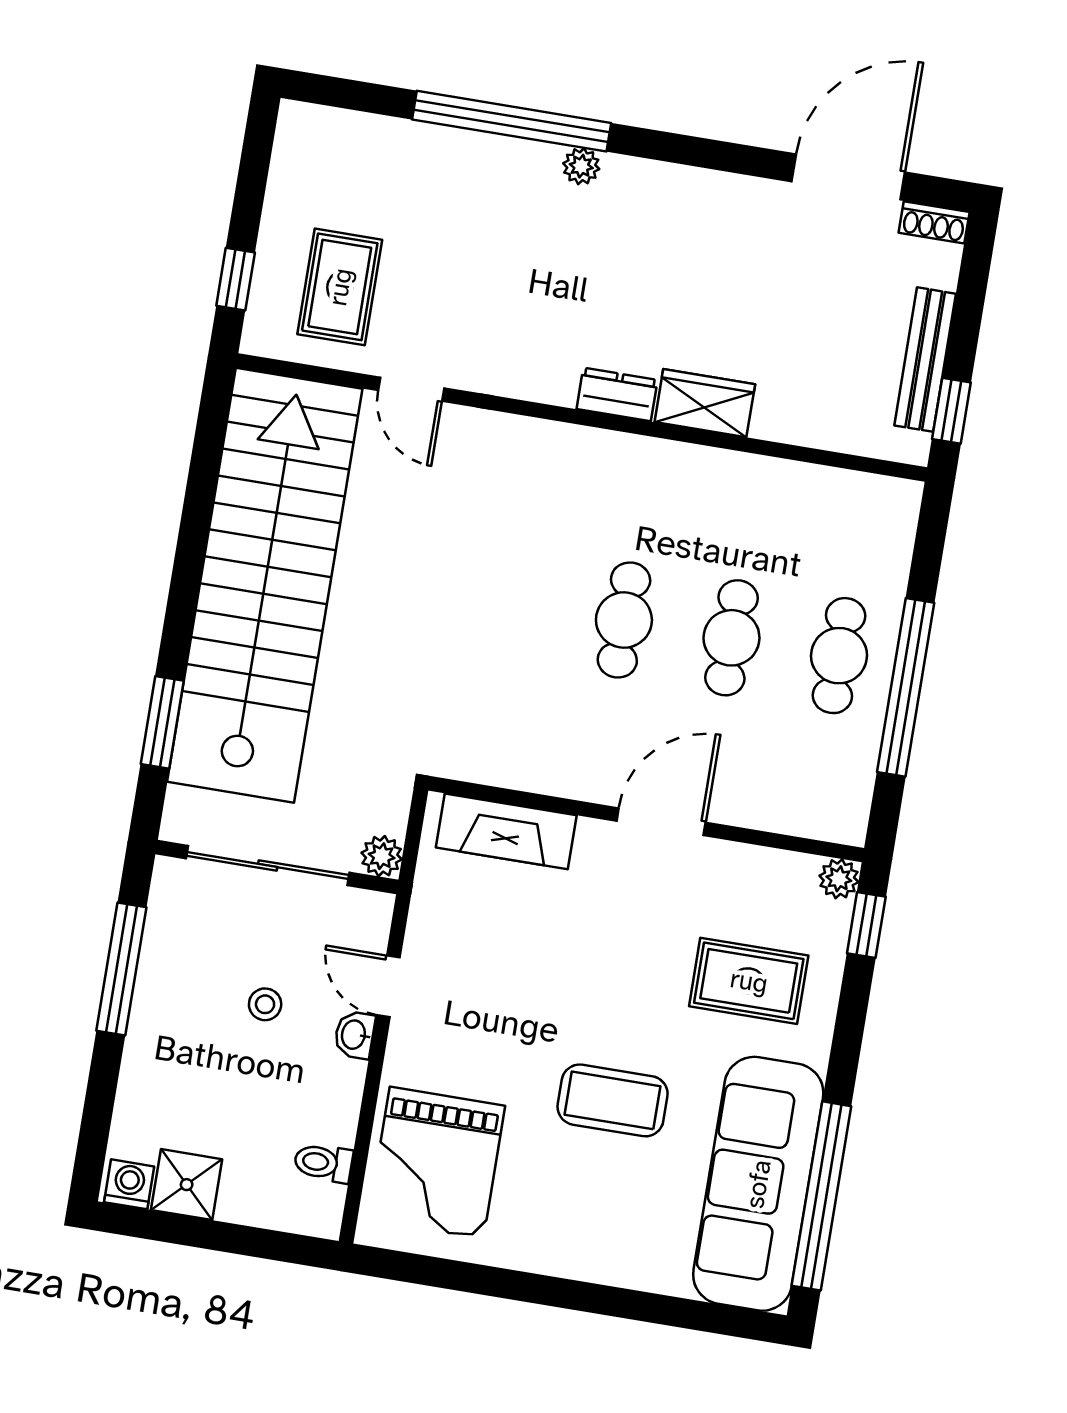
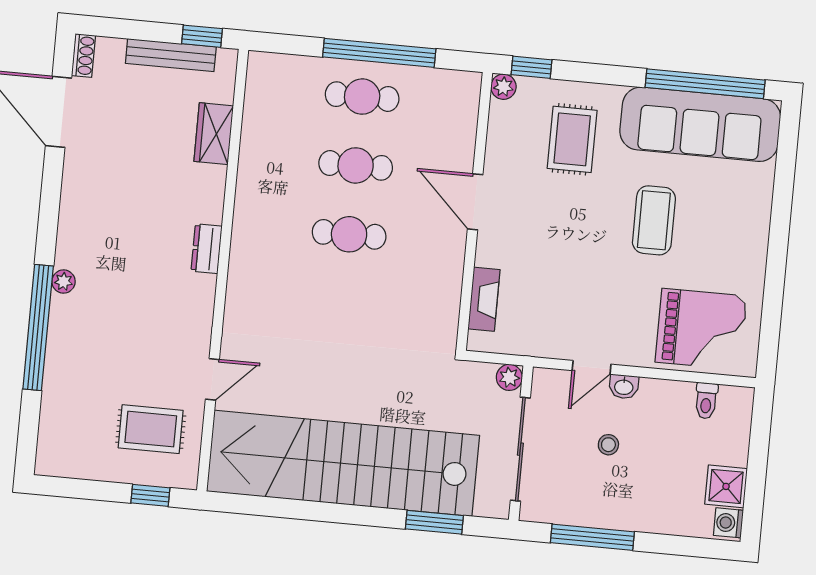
wardrobe: (705, 403) -> (214, 134), moved
fireplace: (506, 831) -> (484, 299), width x0.73, depth x0.76

